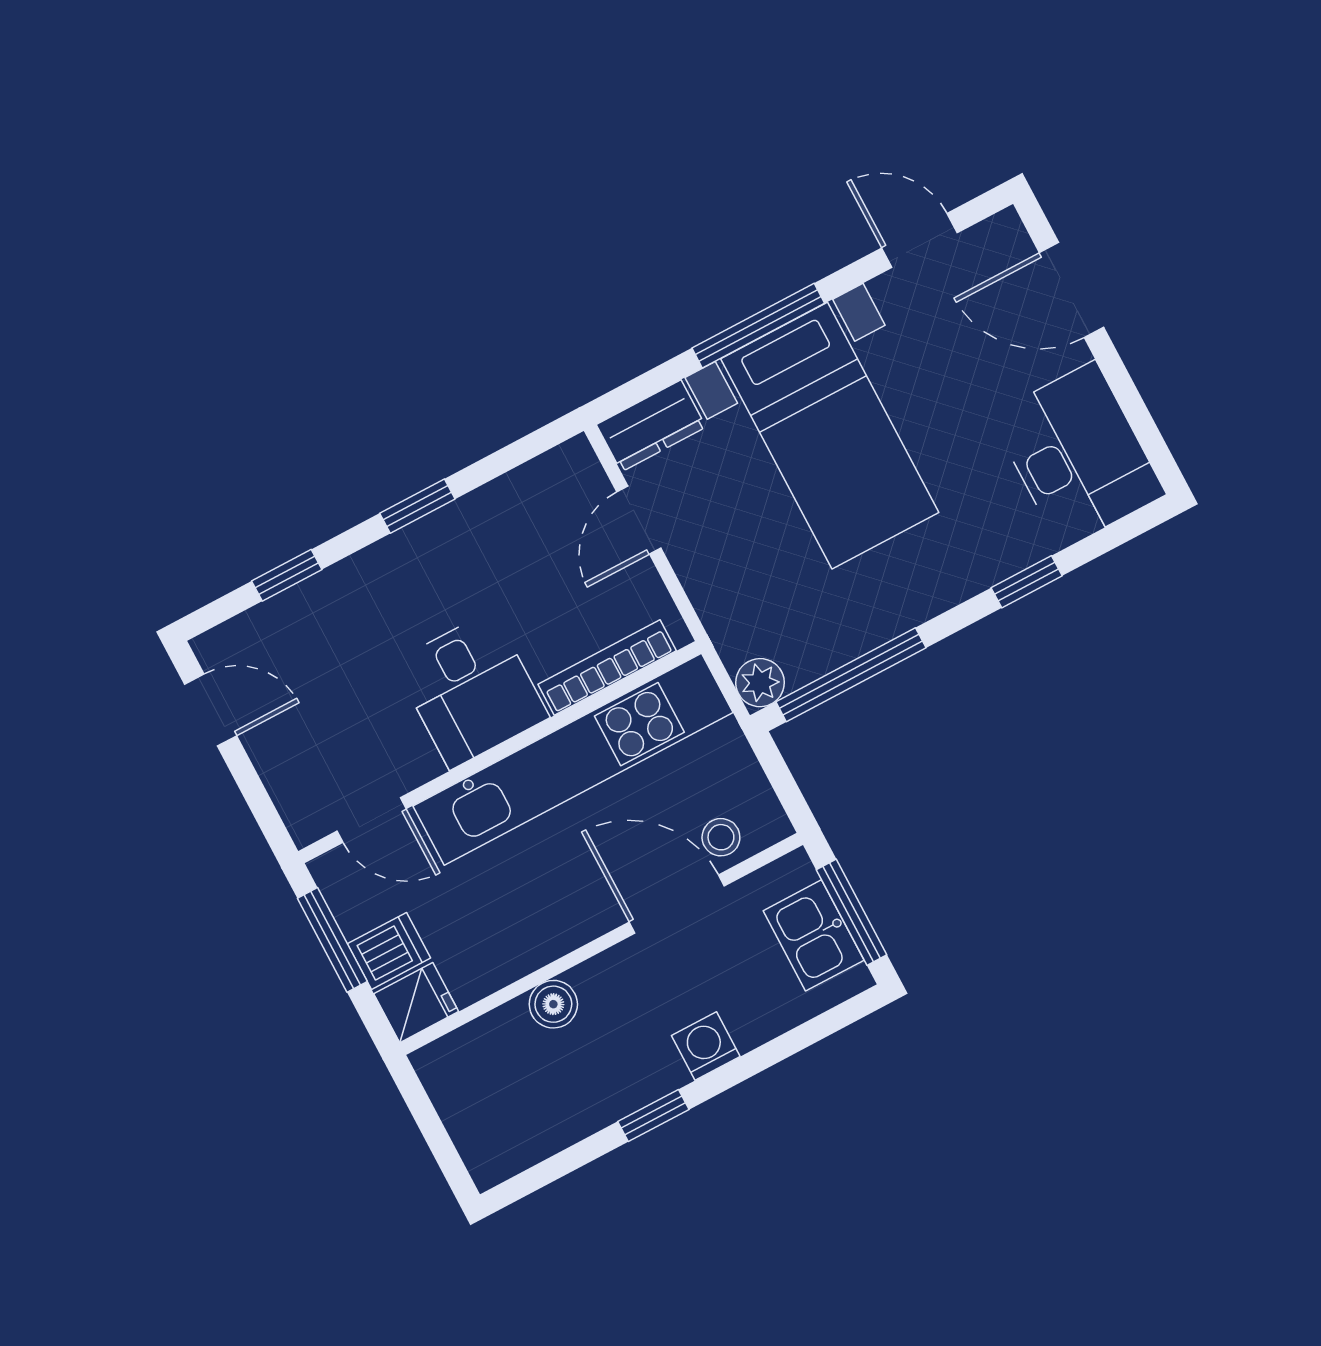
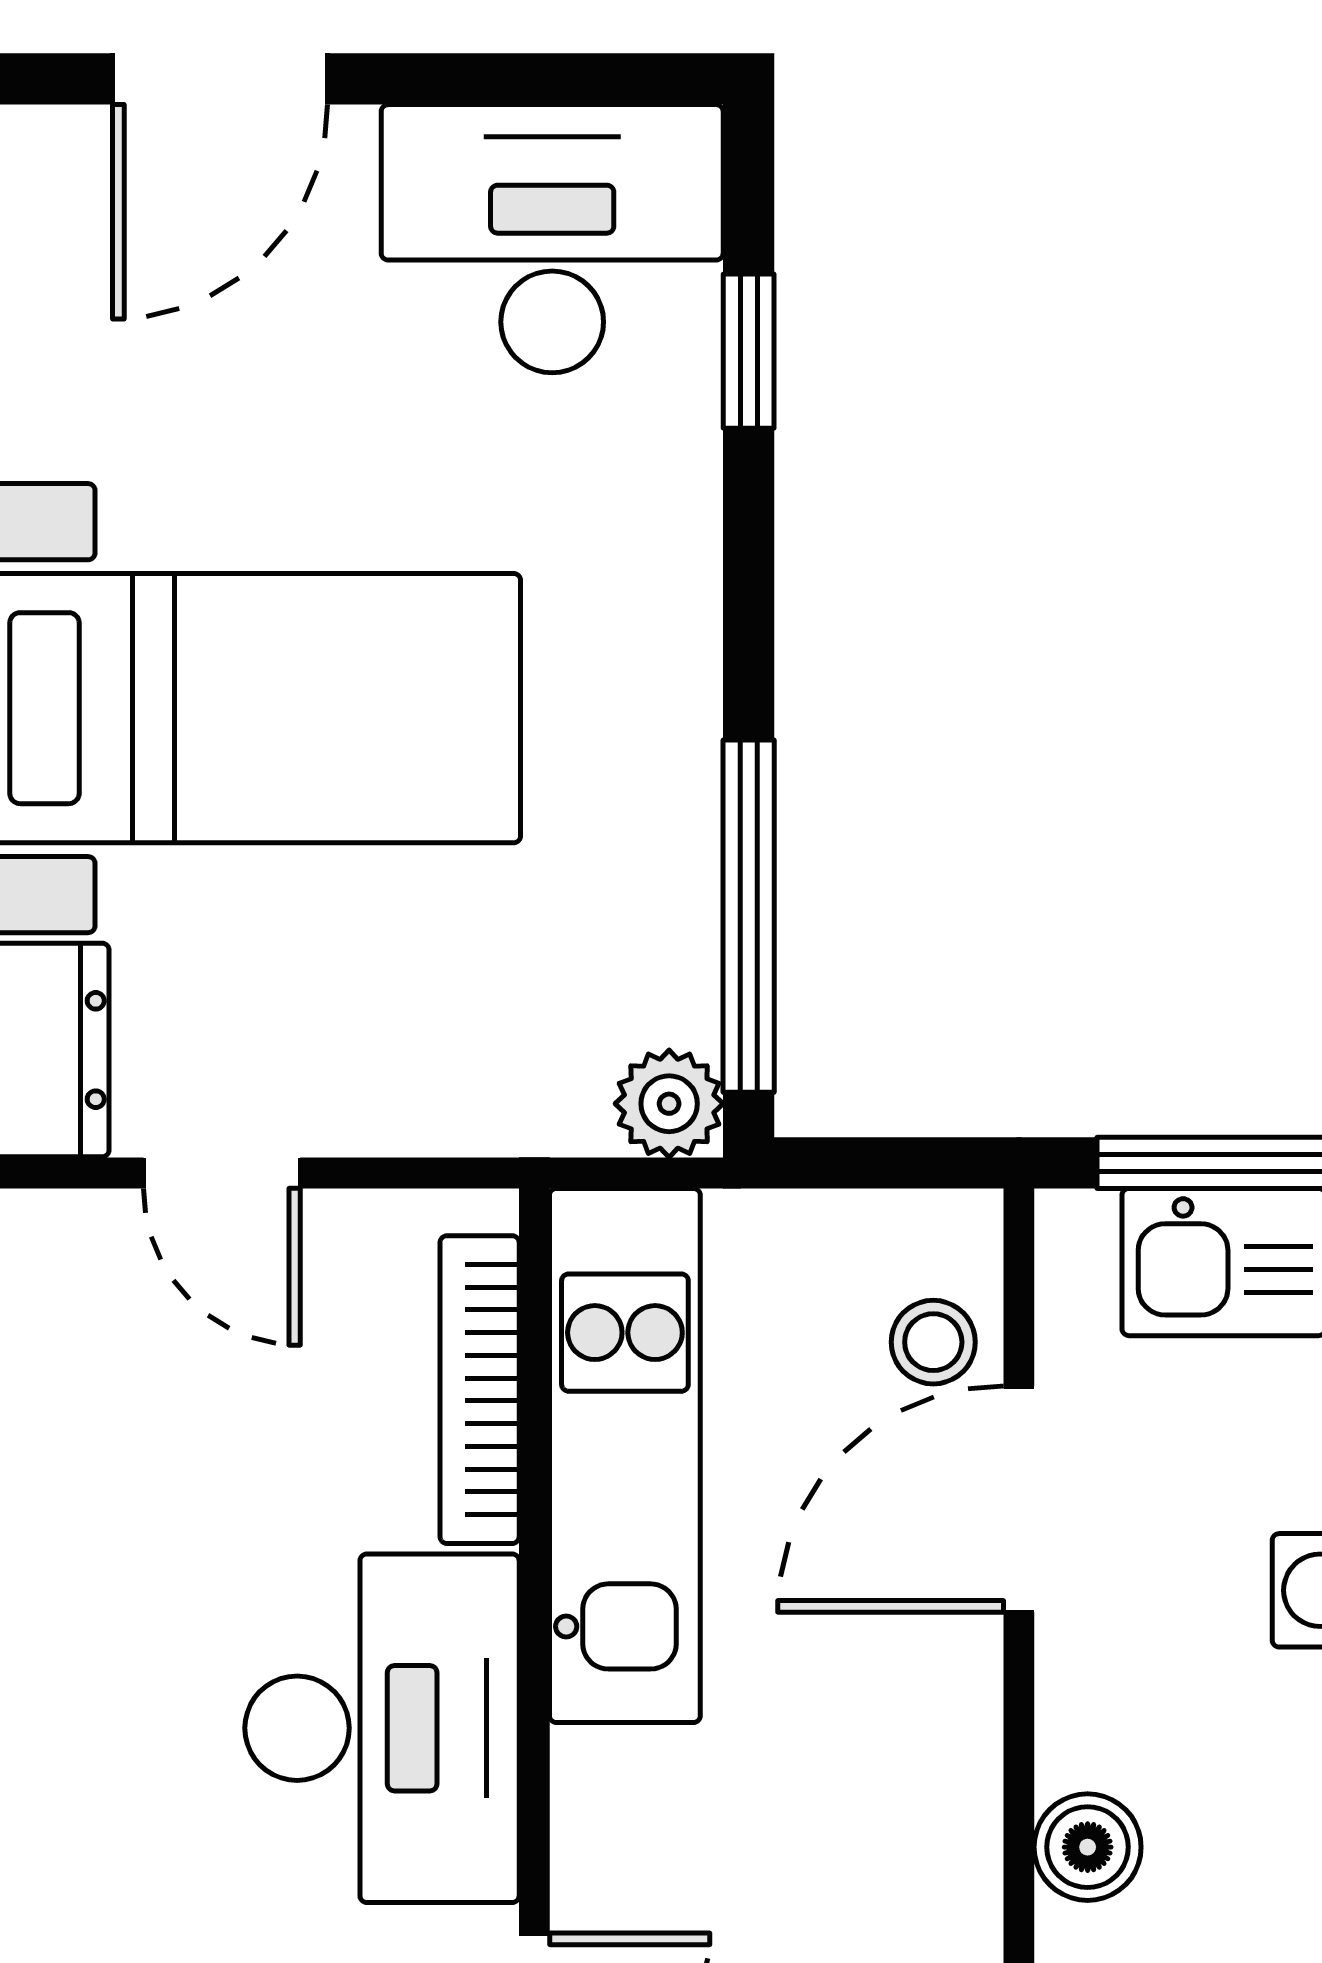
window: (1027, 582) -> (749, 351), moved
desk: (471, 690) -> (382, 1728), width x1.37
kitchen unit: (573, 759) -> (625, 1455), width x0.73

